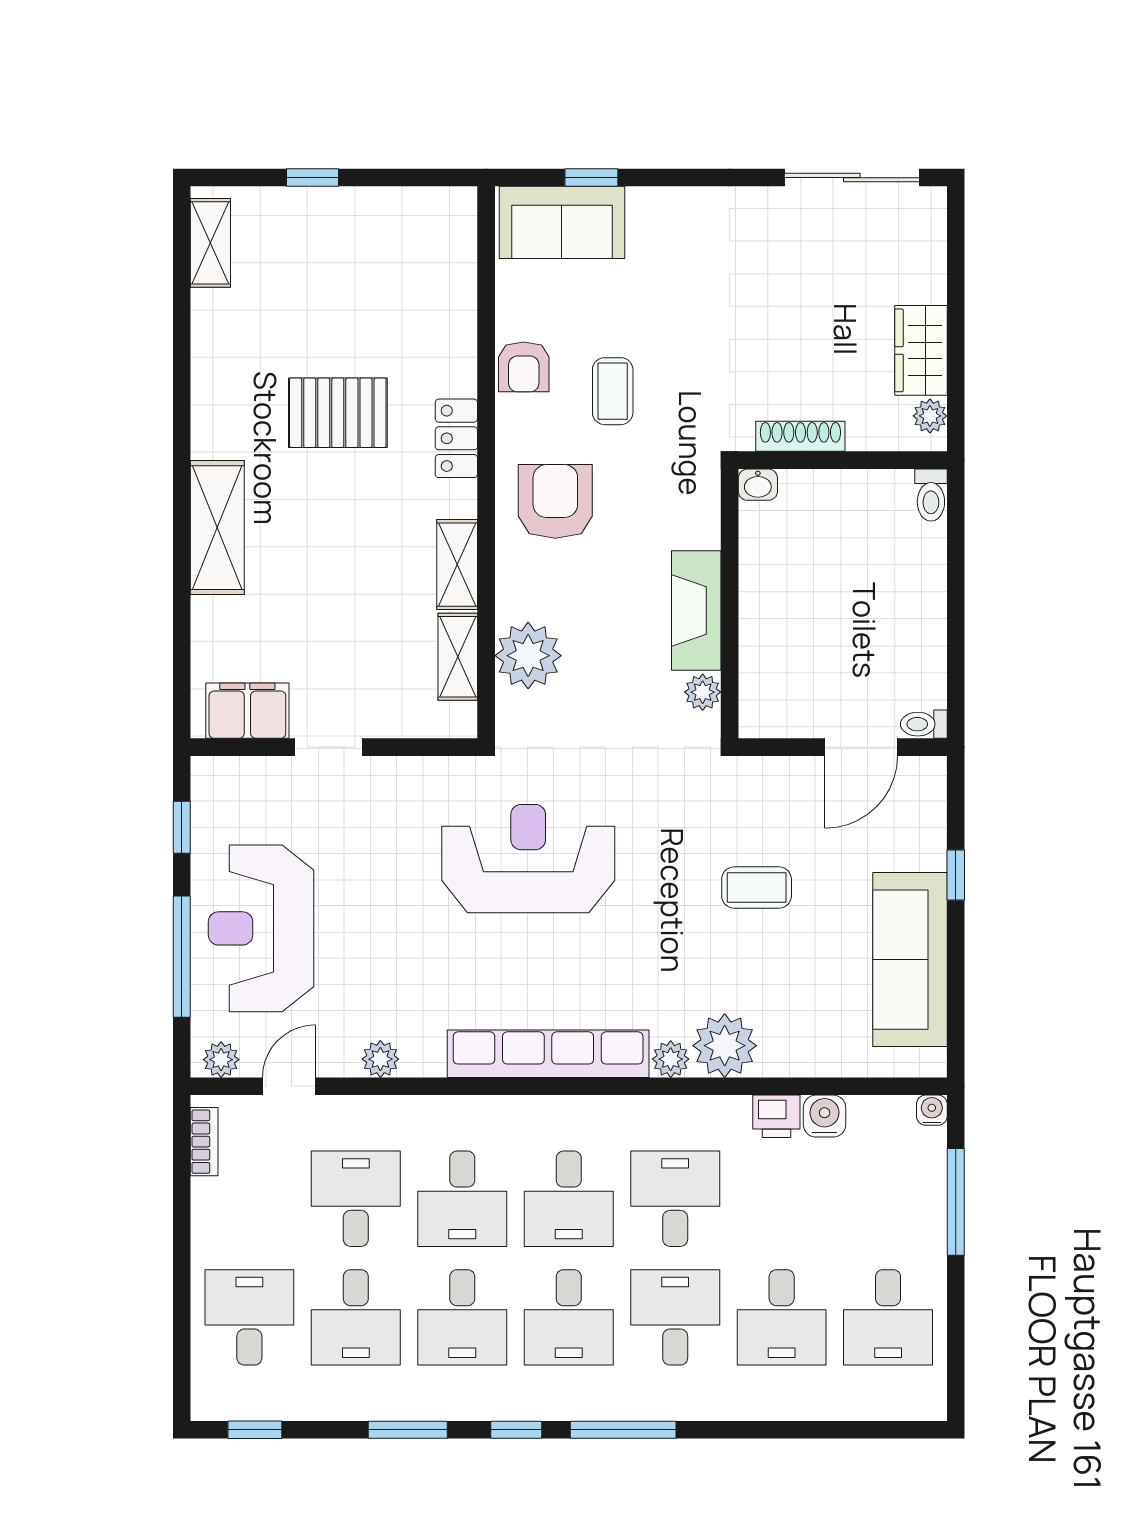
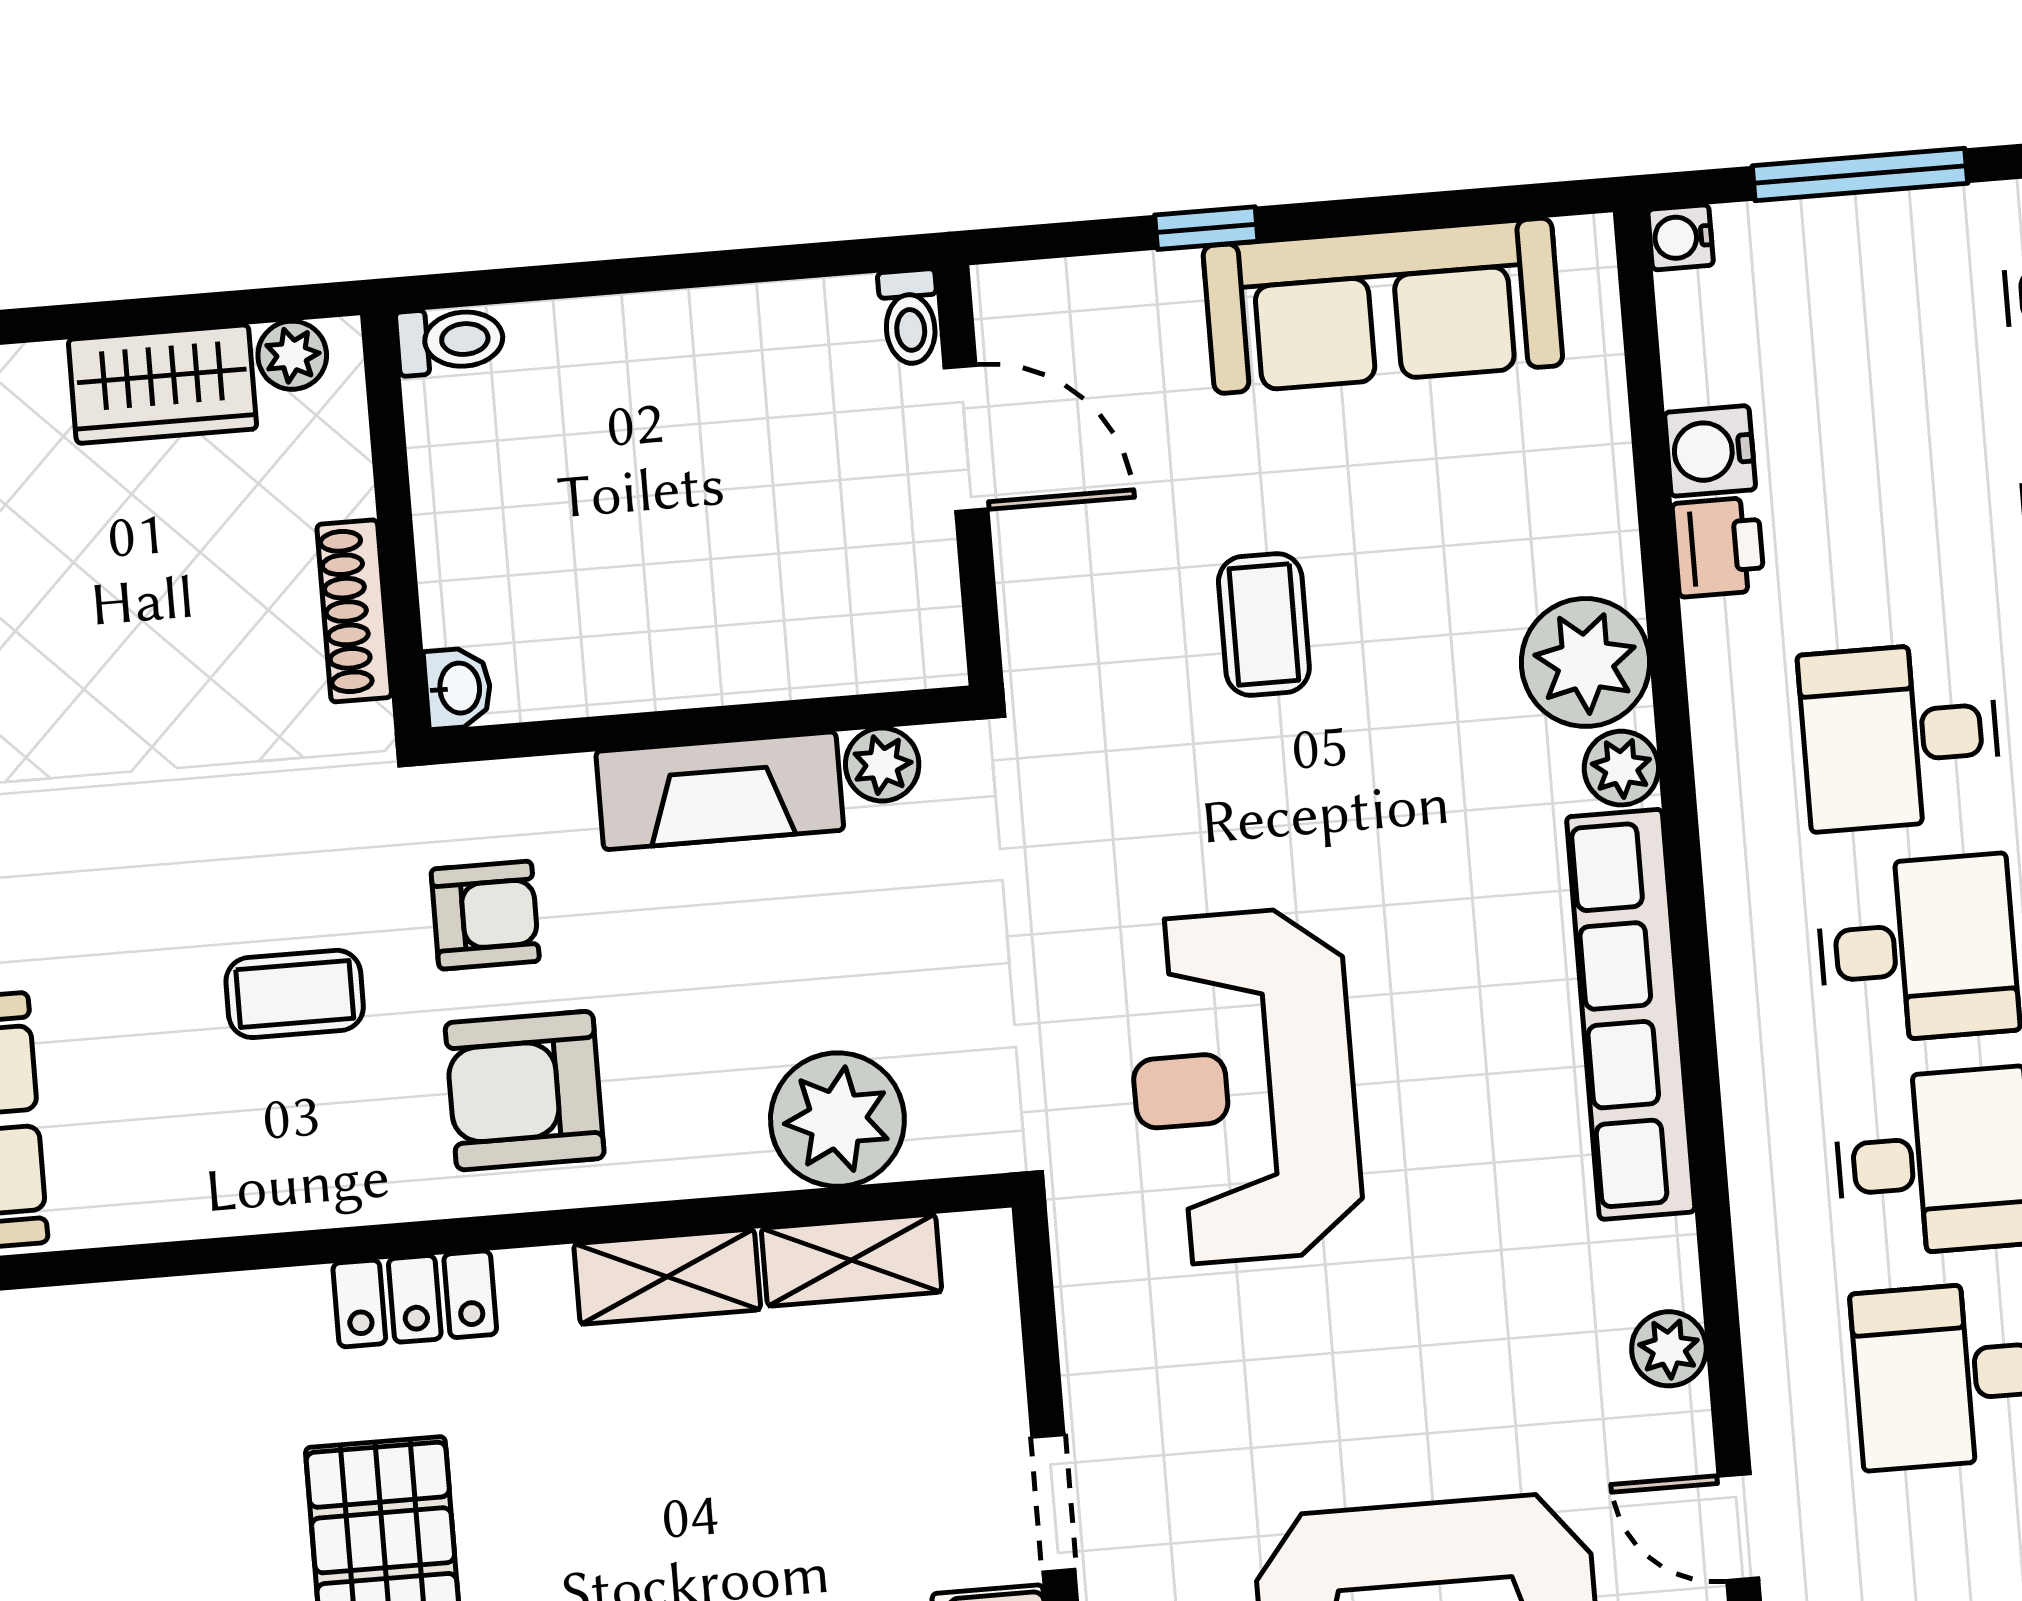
armchair: (524, 367) -> (485, 915), moved

